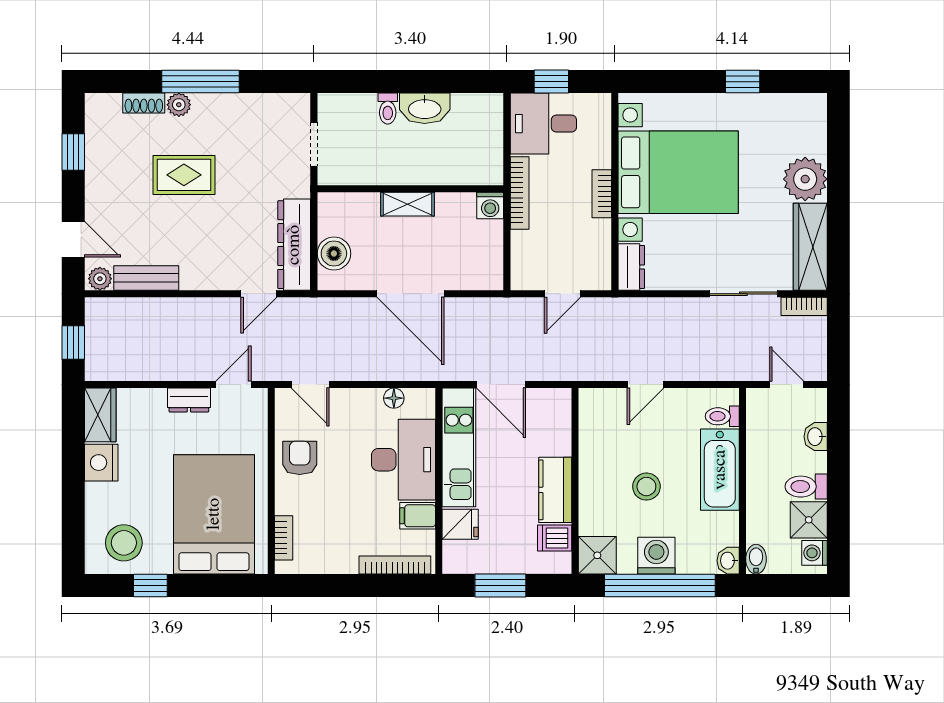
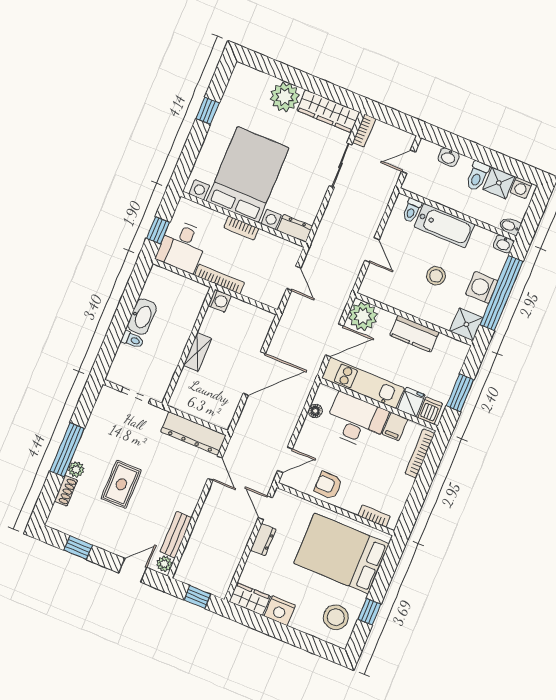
boiler: (334, 253) -> (209, 411), removed
plant: (550, 410) -> (363, 316), added
dishwasher: (555, 538) -> (430, 411), moved, turned 180

